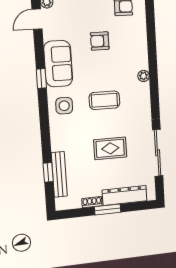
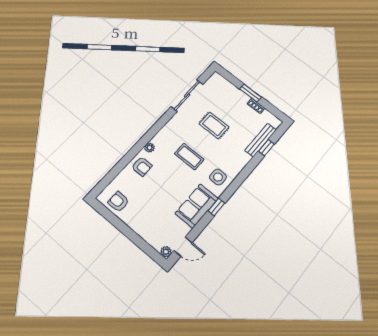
armchair: (100, 41) -> (142, 166), moved
dresser: (125, 195) -> (232, 91), removed

